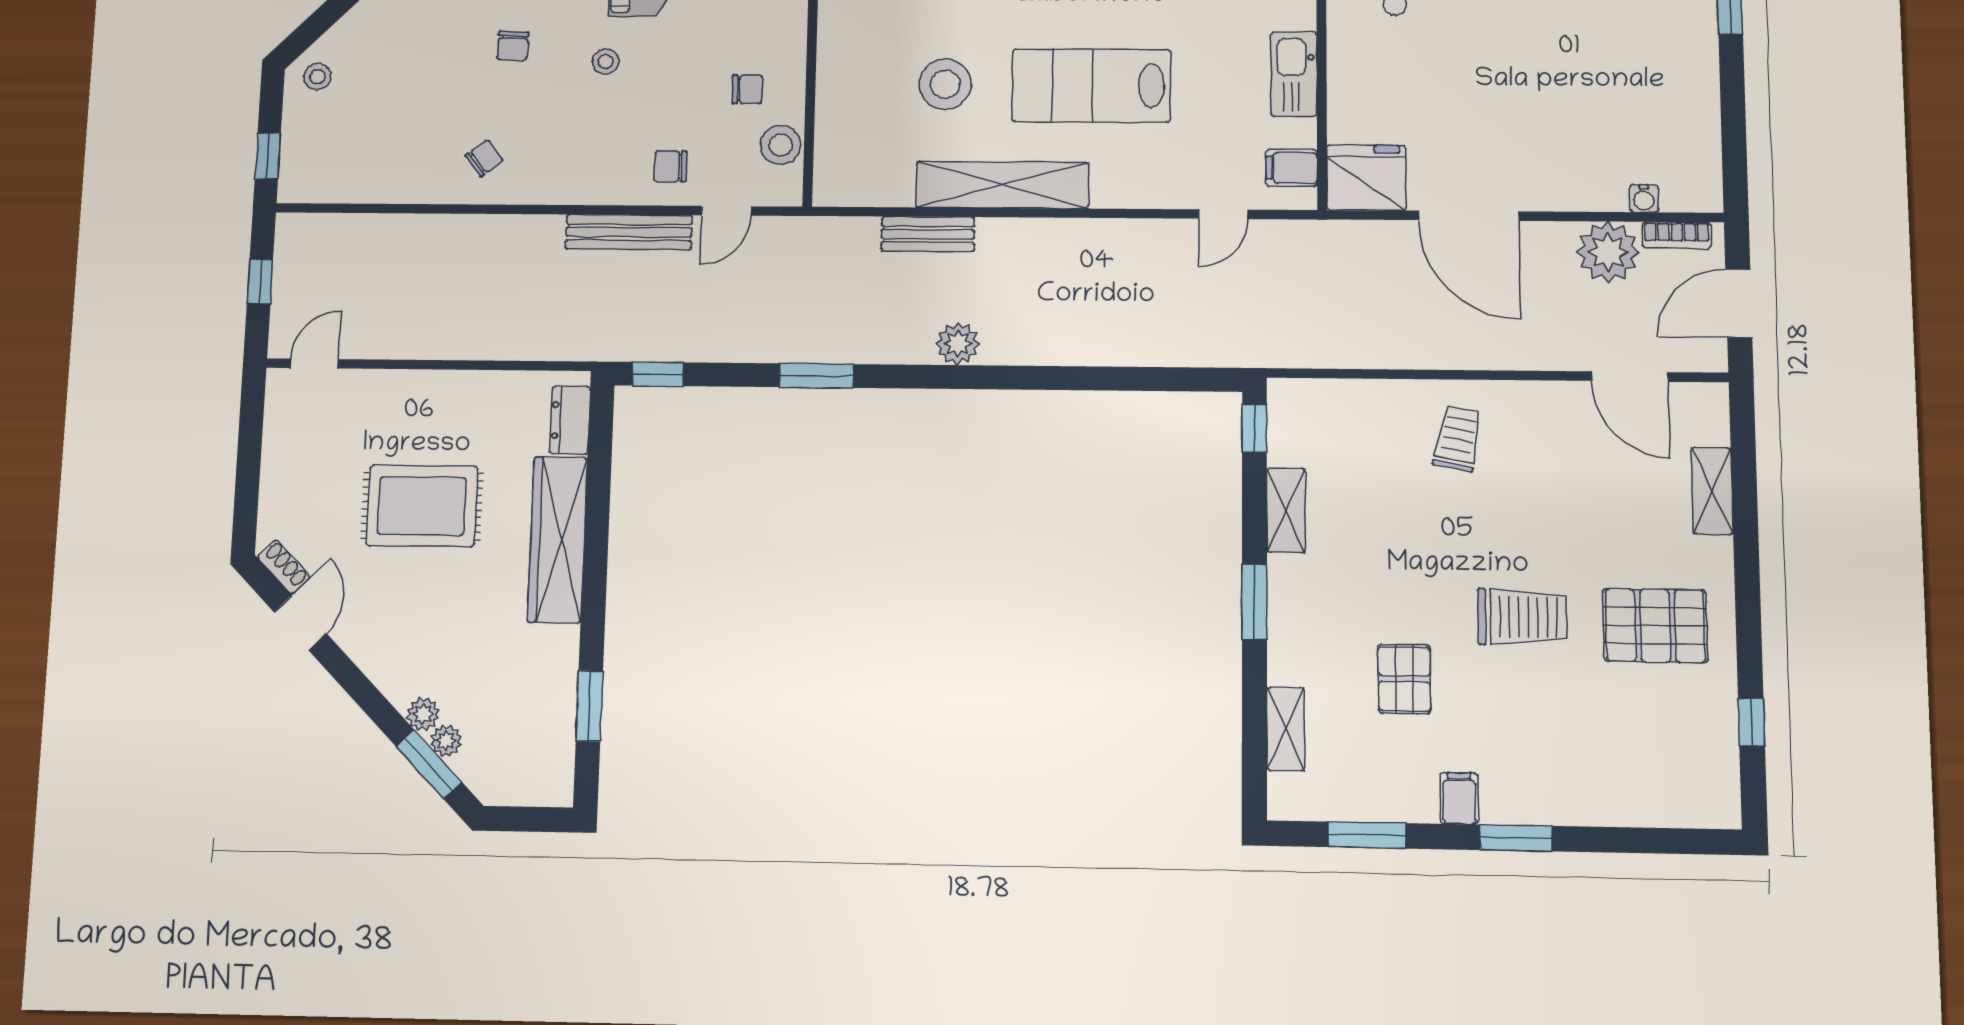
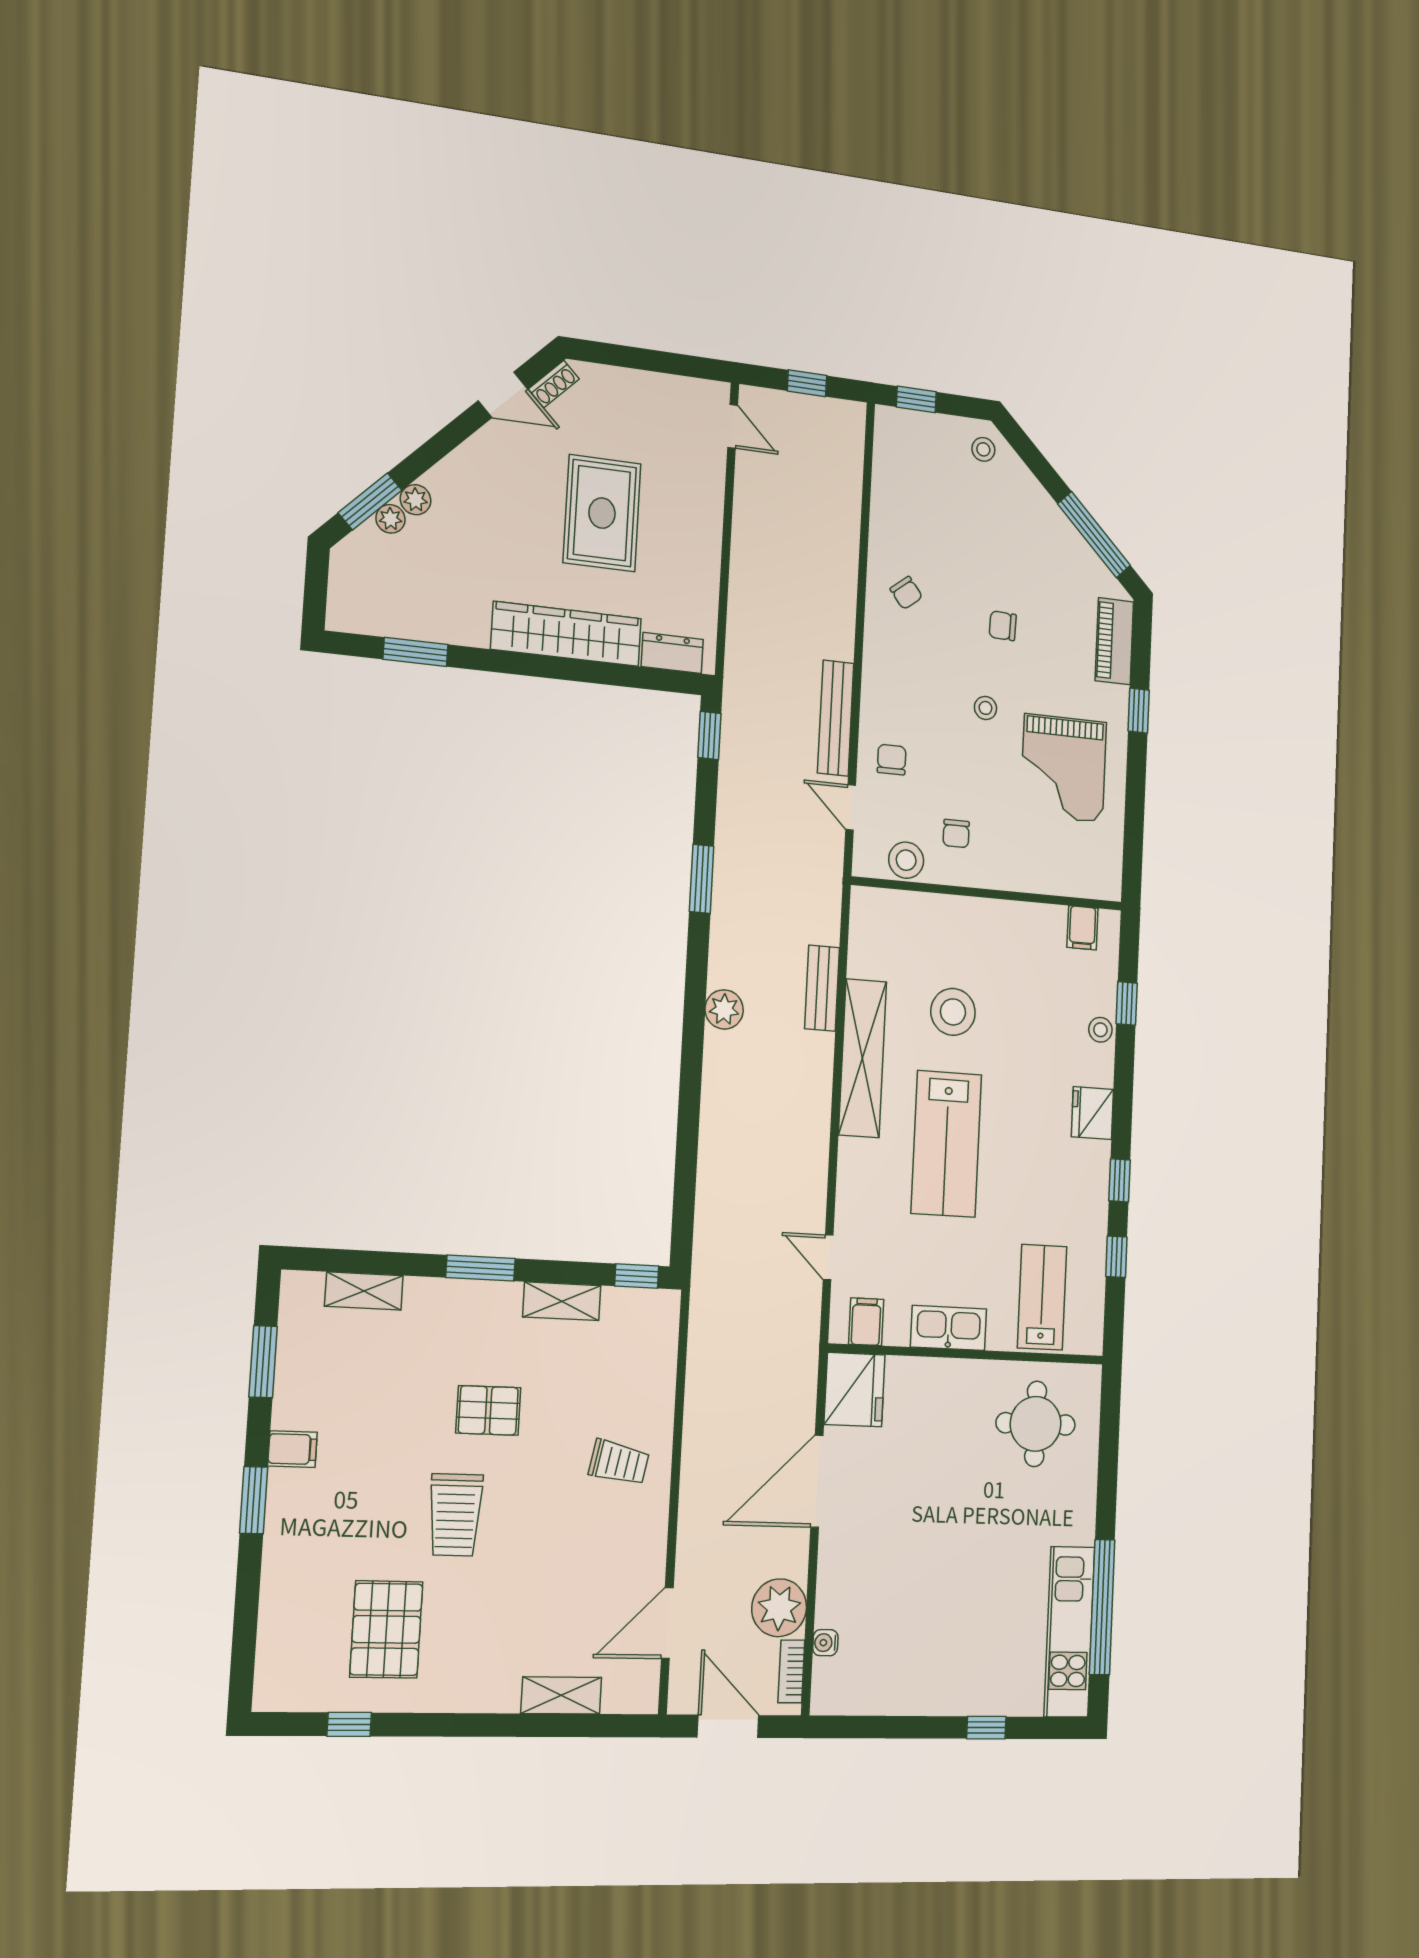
lab bench: (1091, 85) -> (946, 1144), turned 180
pallet: (1655, 626) -> (386, 1629), moved
pallet: (1404, 679) -> (488, 1410), moved

